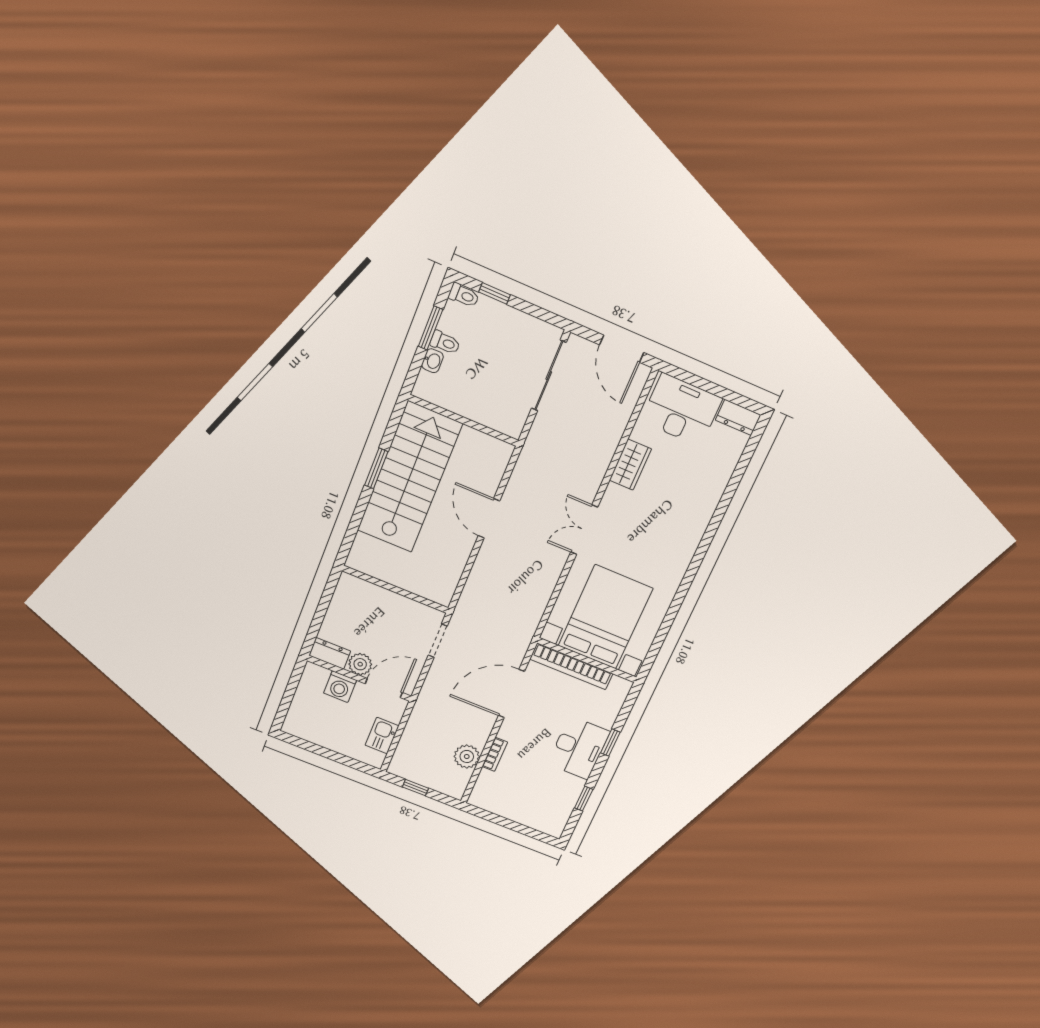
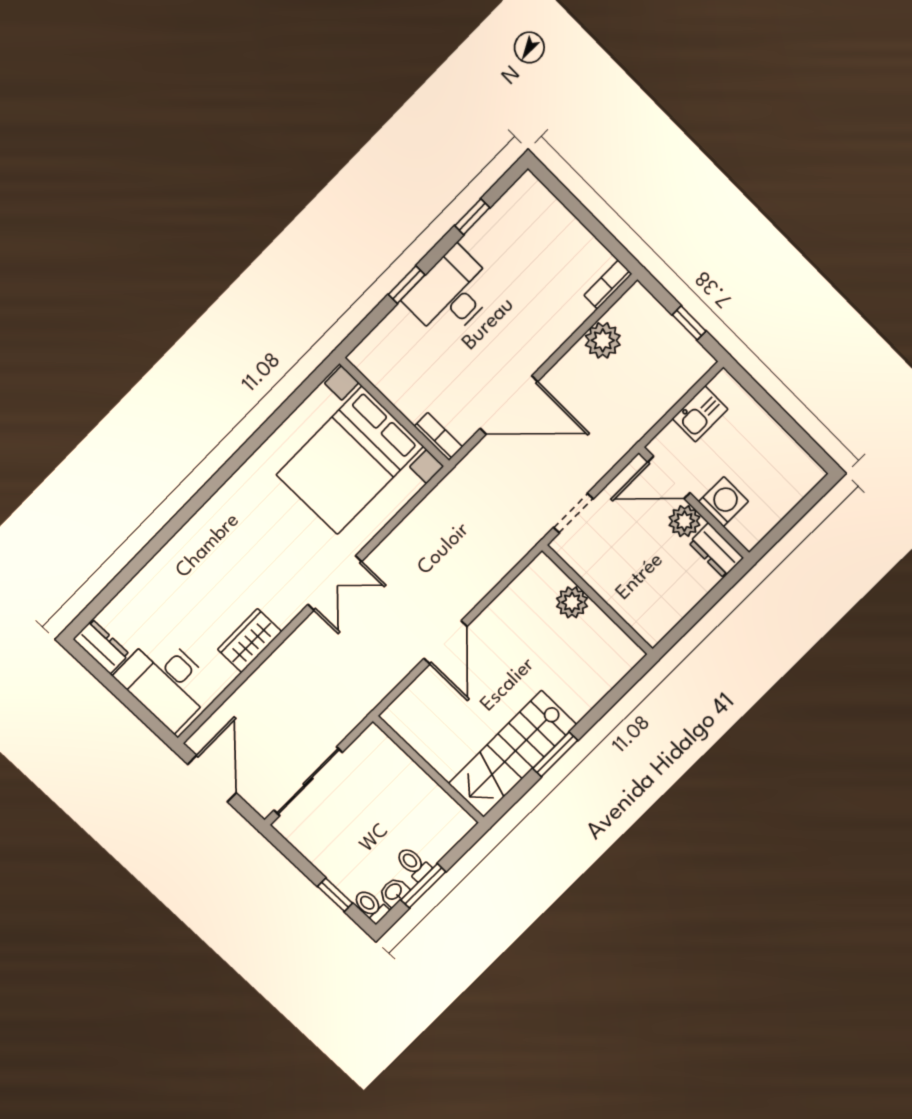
washbasin: (433, 361) -> (394, 892), moved
stairs: (410, 477) -> (512, 754), width x0.73, depth x0.66
plant: (412, 581) -> (572, 602), added
bookcase: (571, 666) -> (438, 437), width x0.43, depth x0.76
bookcase: (495, 754) -> (608, 285), moved

